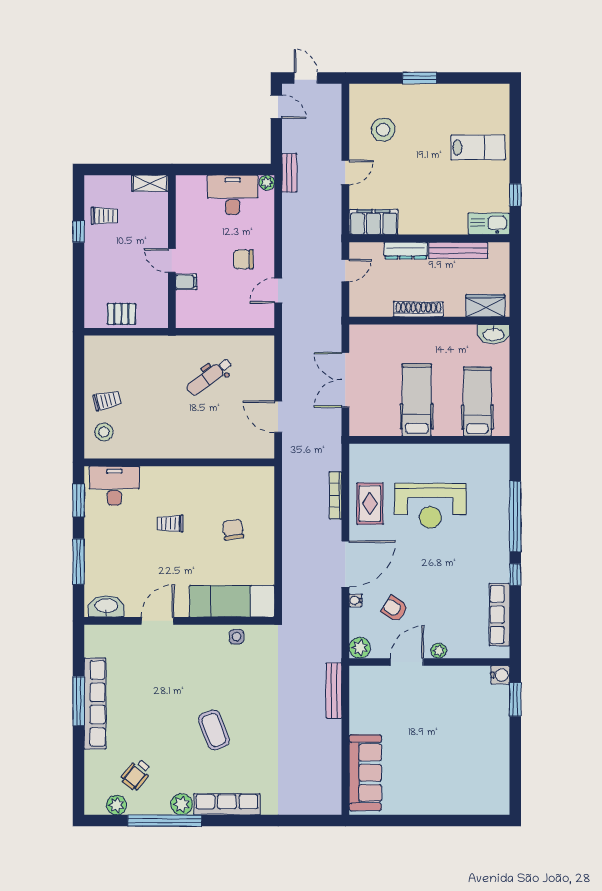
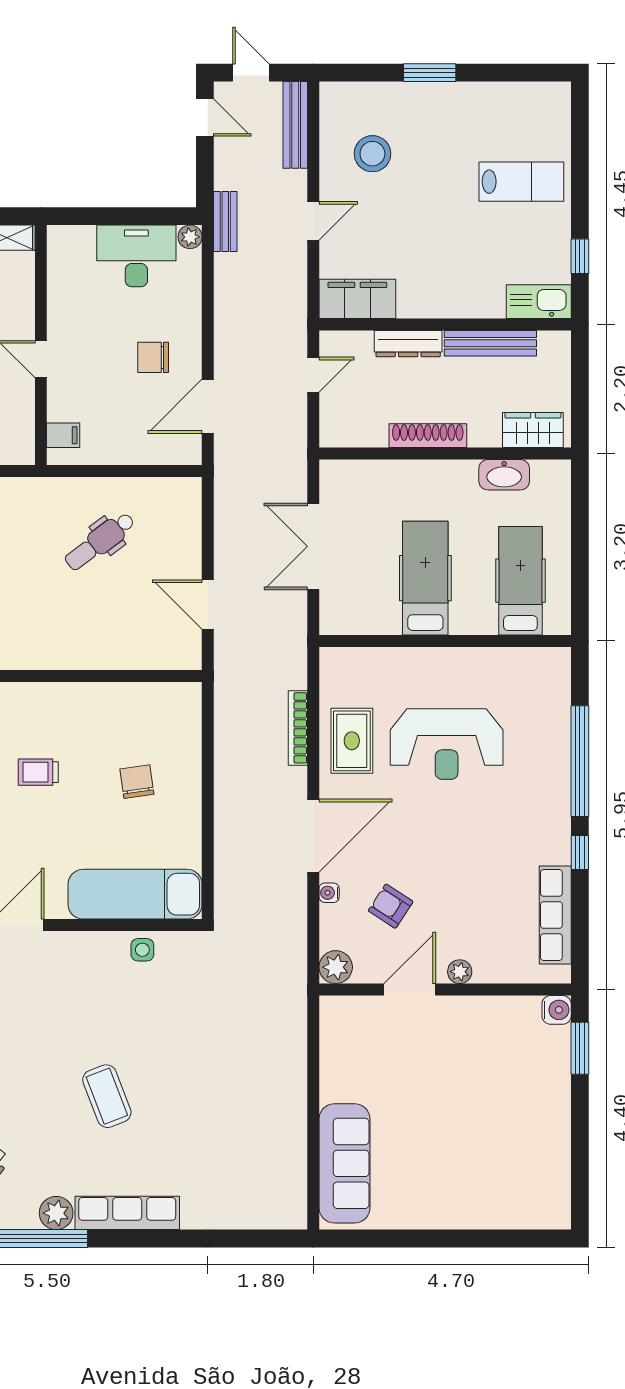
filing cabinet: (186, 282) -> (63, 435), moved
door: (278, 291) -> (208, 406), width x1.38
washbasin: (494, 334) -> (504, 475), moved
bench: (334, 691) -> (295, 125), moved

